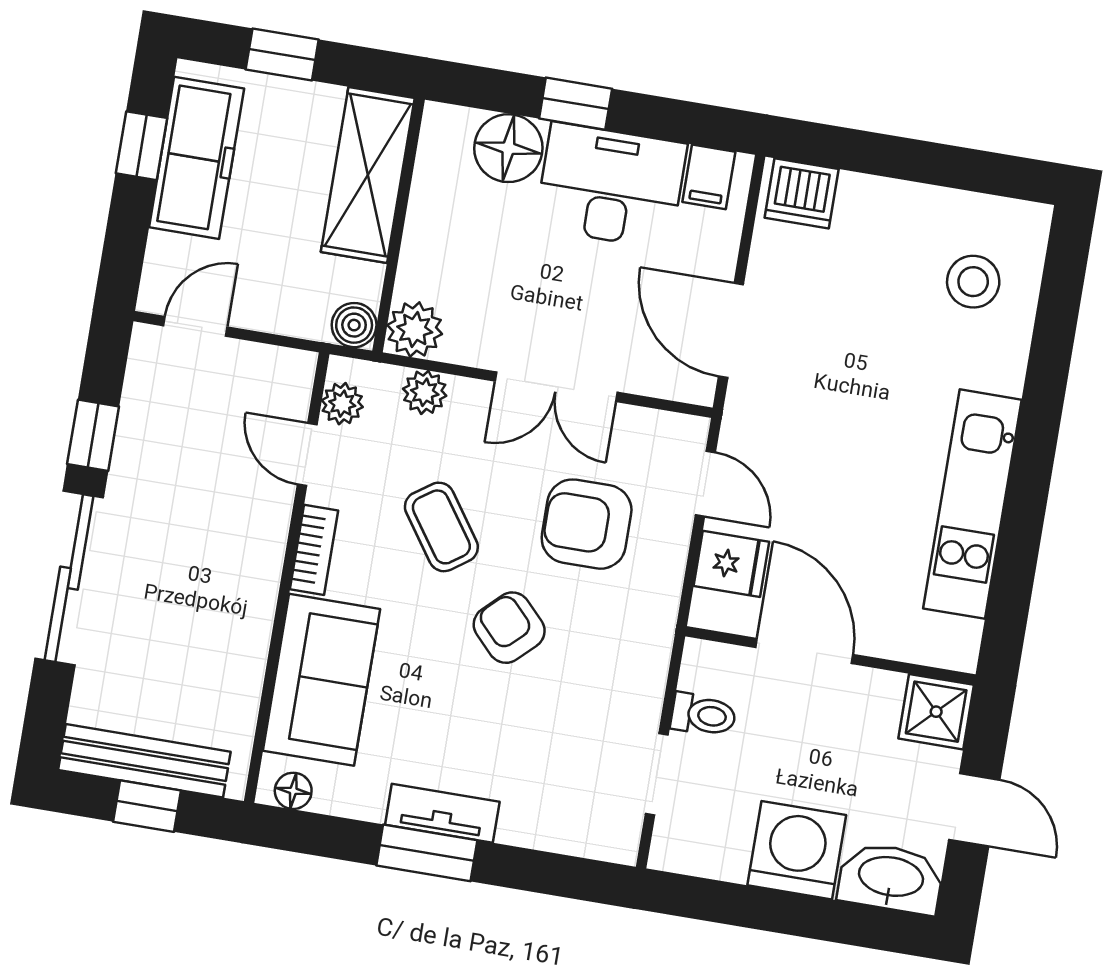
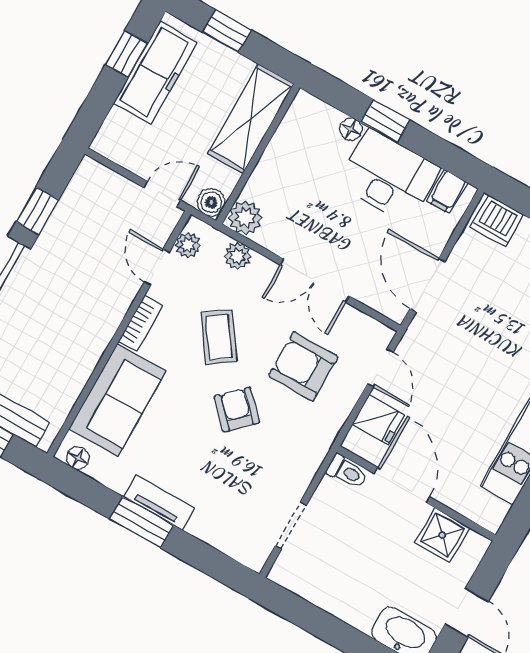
floor lamp: (508, 148) -> (351, 129), width x0.53, depth x0.53
door: (195, 326) -> (162, 194), moved
shower: (936, 712) -> (442, 535), moved
toilet: (703, 715) -> (347, 472), moved
washing machine: (797, 850) -> (356, 599), removed

